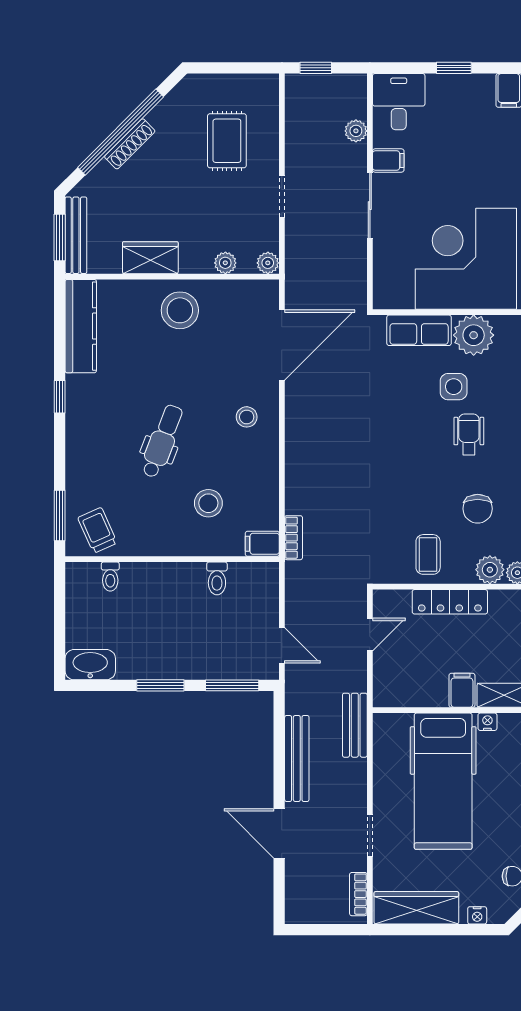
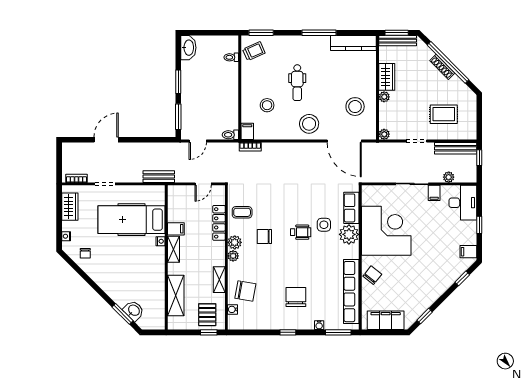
desk: (399, 102) -> (463, 203), width x1.37
plant: (225, 263) -> (384, 97), moved
stool: (180, 310) -> (355, 107), moved
window: (60, 397) -> (319, 33), width x2.17
stool: (247, 417) -> (309, 124), width x1.89, depth x1.89
dental chair: (162, 441) -> (297, 83), turned 69
toilet: (217, 578) -> (230, 135), moved
door: (370, 634) -> (203, 184), hinge flipped
bench: (297, 758) -> (456, 148), moved
wardrobe: (416, 908) -> (70, 207), width x0.67

